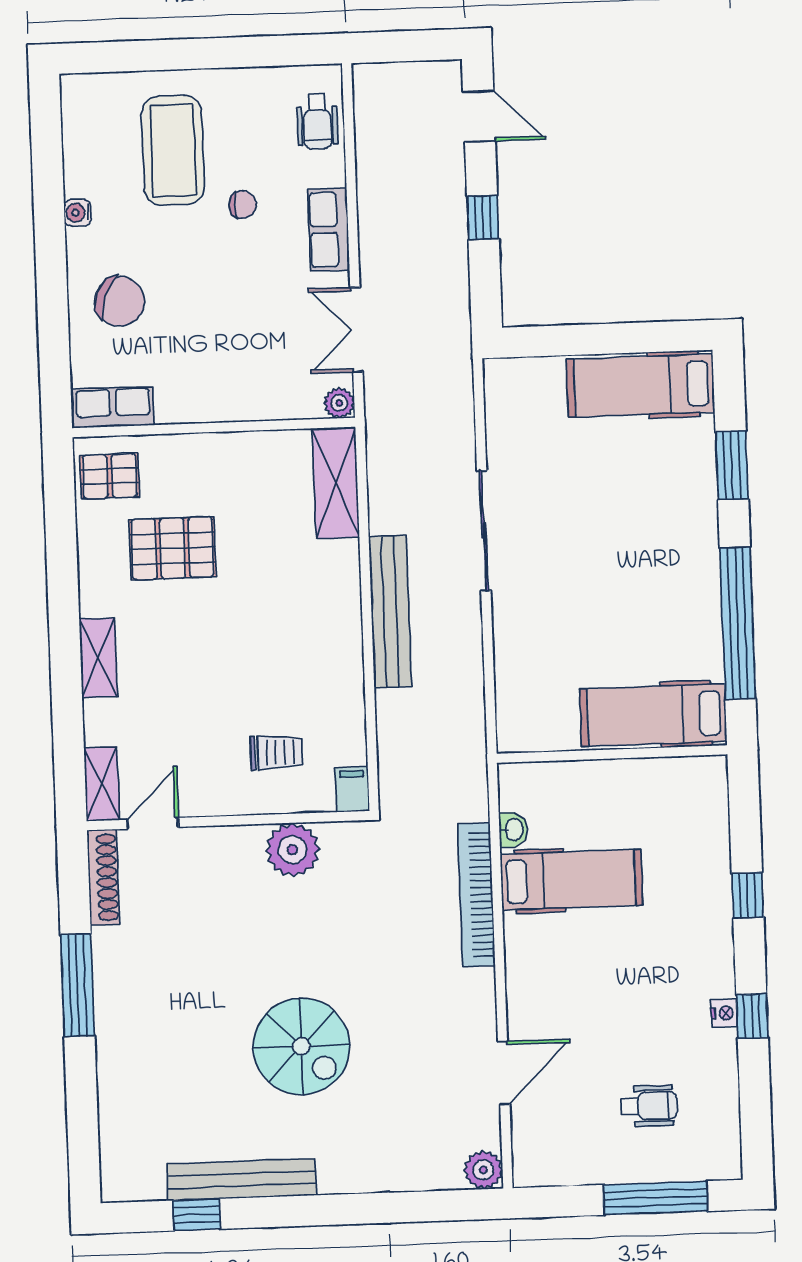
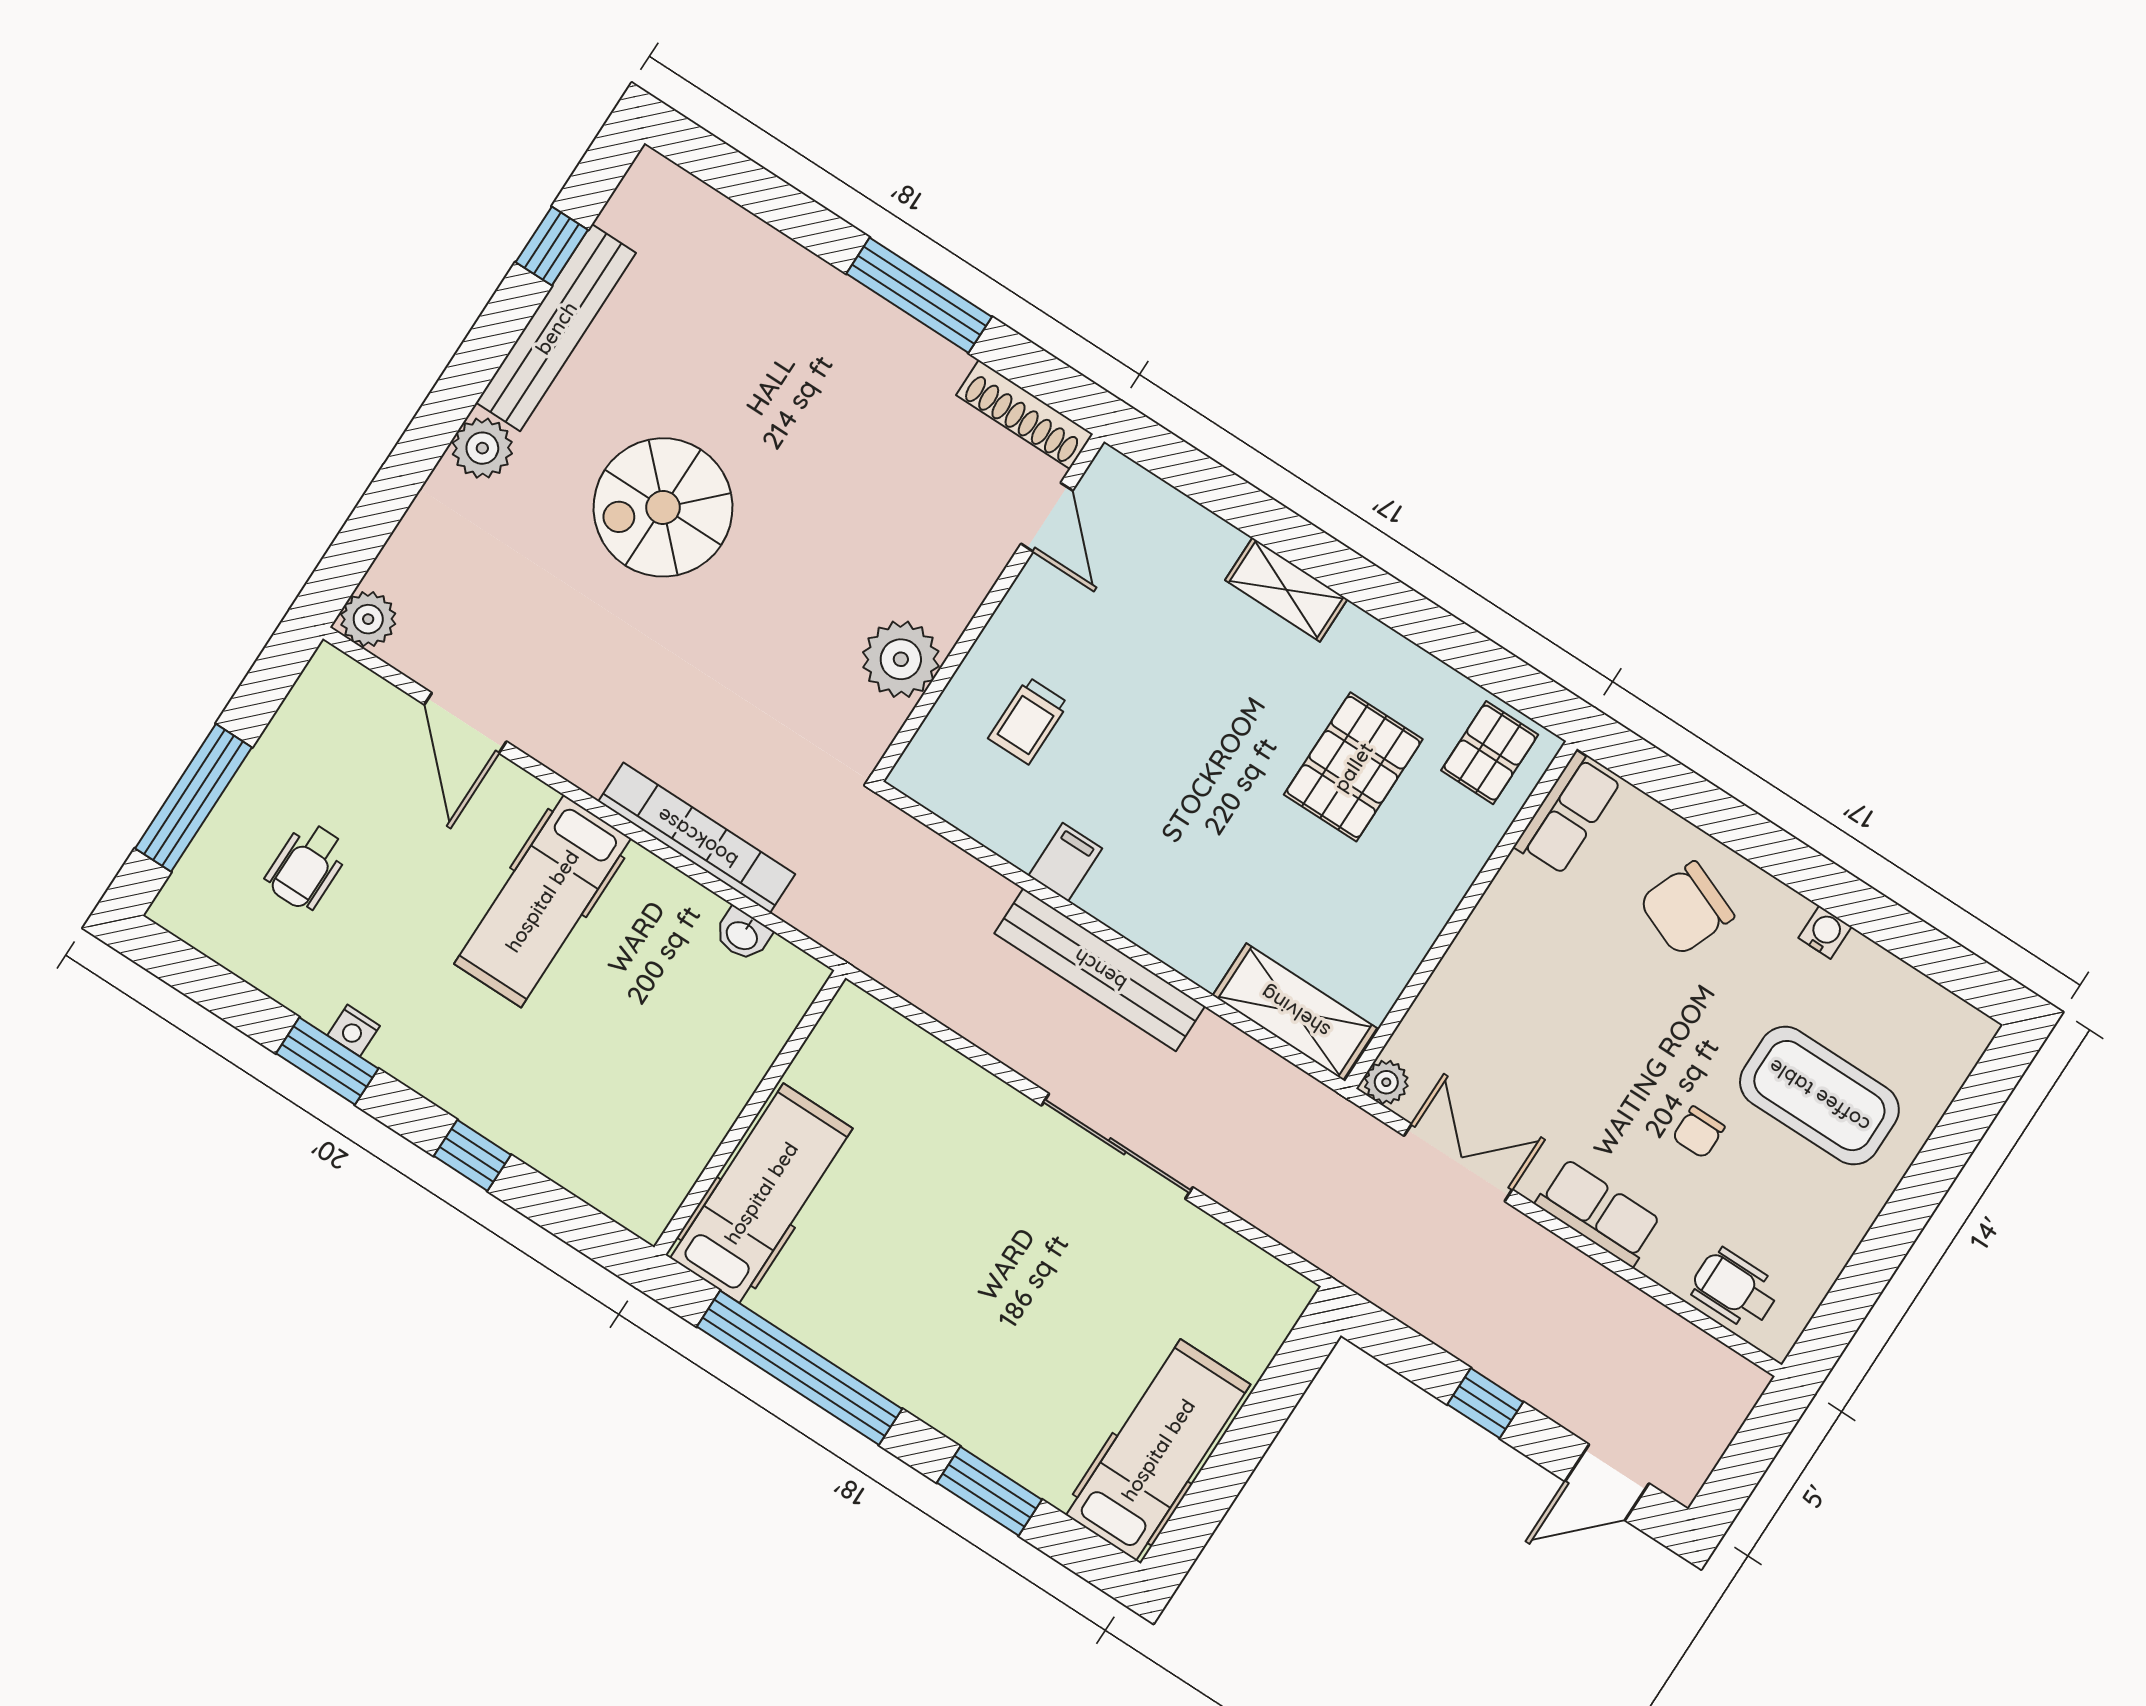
shelving: (102, 784) -> (1135, 490), removed
filing cabinet: (352, 789) -> (1065, 862), moved, turned -90
hospital bed: (572, 880) -> (542, 901), moved
window: (752, 1016) -> (327, 1061), width x1.50
plant: (340, 1173) -> (482, 448), added

